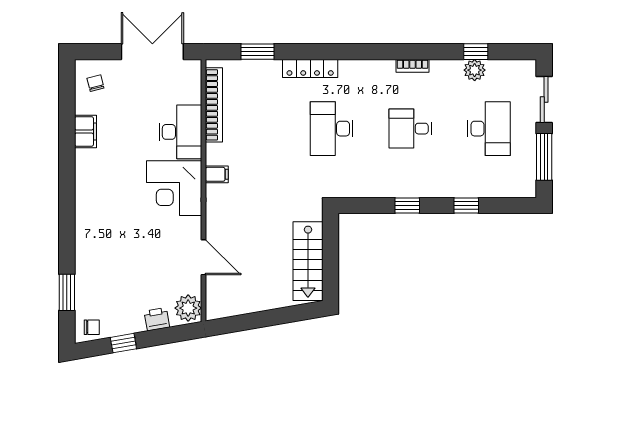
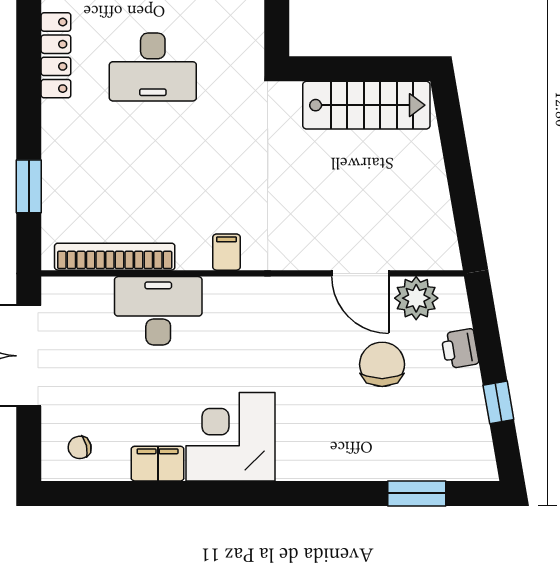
locker: (310, 68) -> (56, 55), moved
corner desk: (174, 188) -> (231, 437), moved, turned 180
door: (204, 257) -> (360, 273), swing flipped
plant: (188, 308) -> (416, 298), moved
chair: (92, 327) -> (382, 364), moved, width x1.87, depth x1.87

